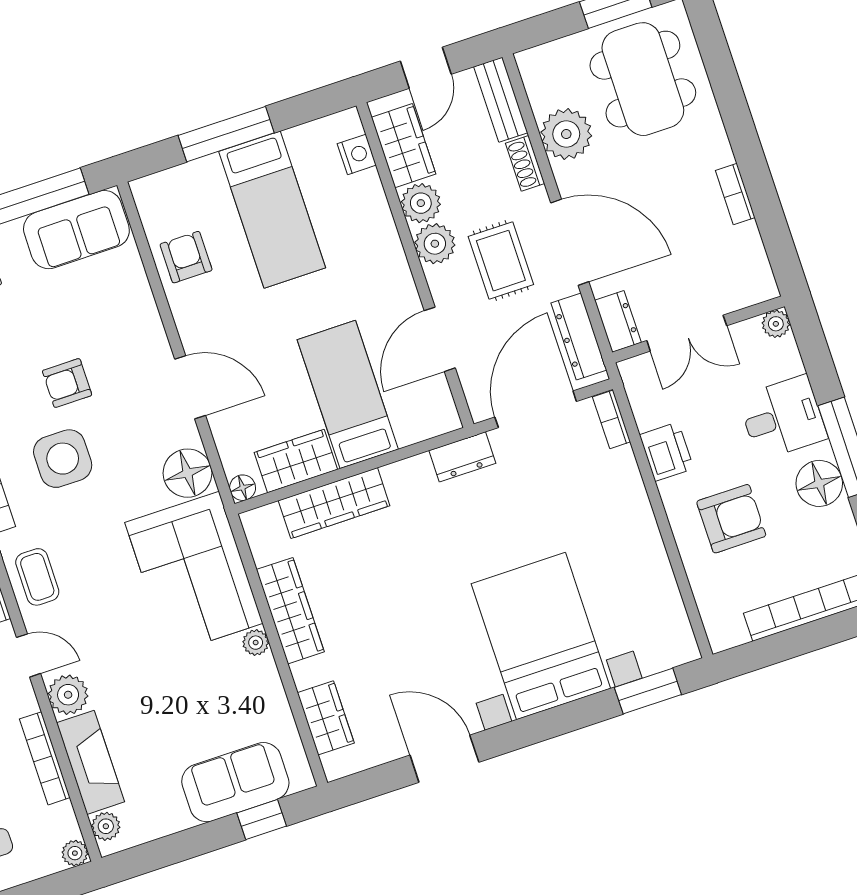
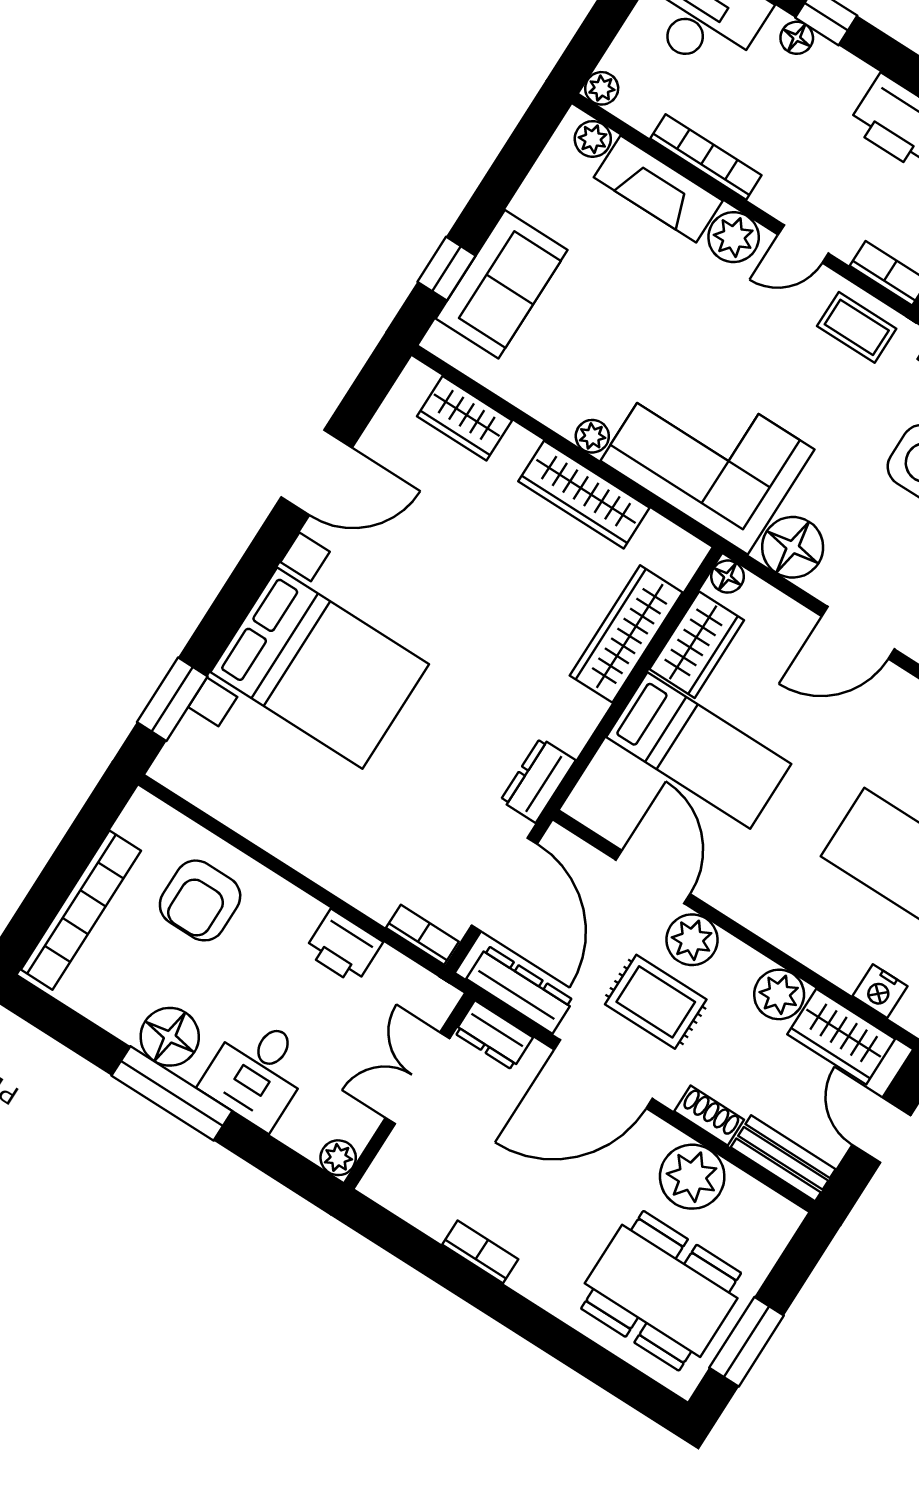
plant: (435, 244) -> (692, 940), moved
armchair: (731, 519) -> (200, 900), moved

